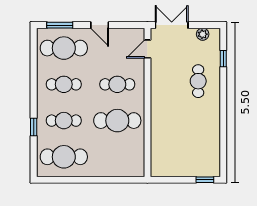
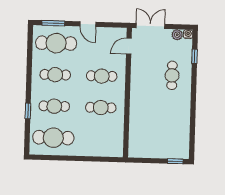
water cooler: (215, 33) -> (188, 34), added
cafe table: (117, 121) -> (101, 108), width x0.73, depth x0.74

